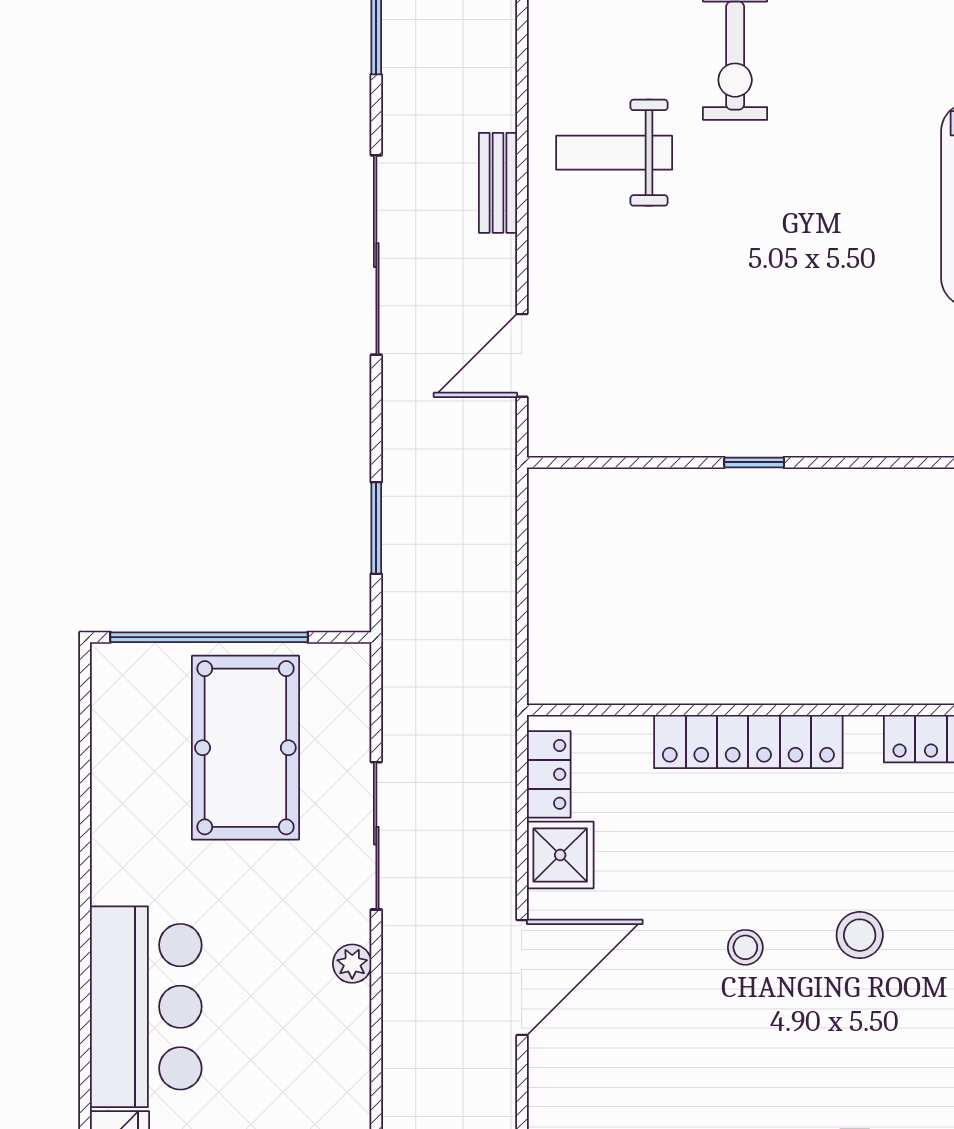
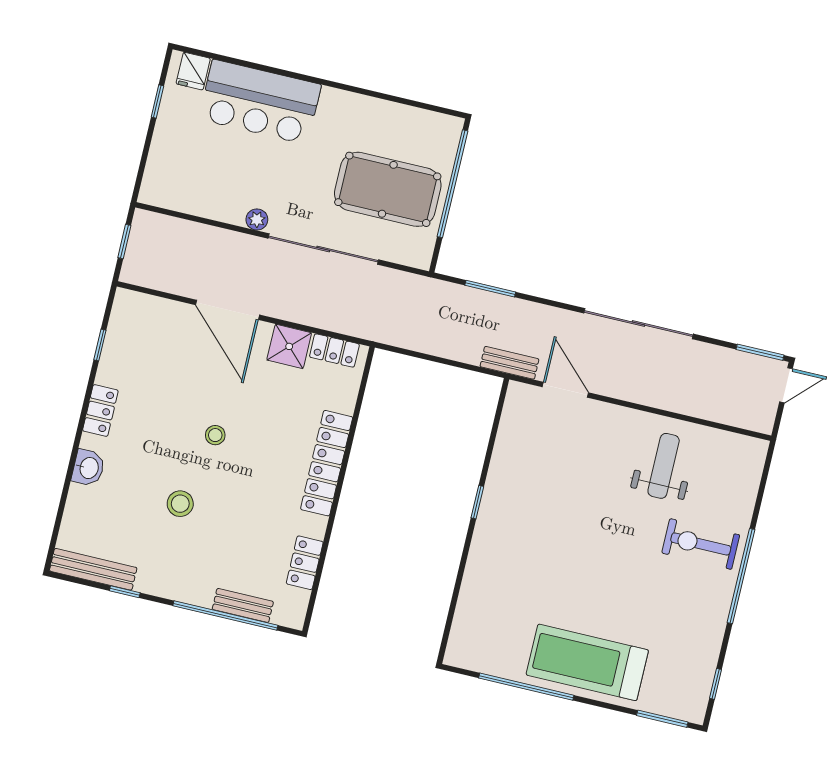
bench: (498, 183) -> (509, 363), moved
sliding door: (376, 836) -> (323, 249), width x1.36
stool: (860, 935) -> (180, 504), moved

